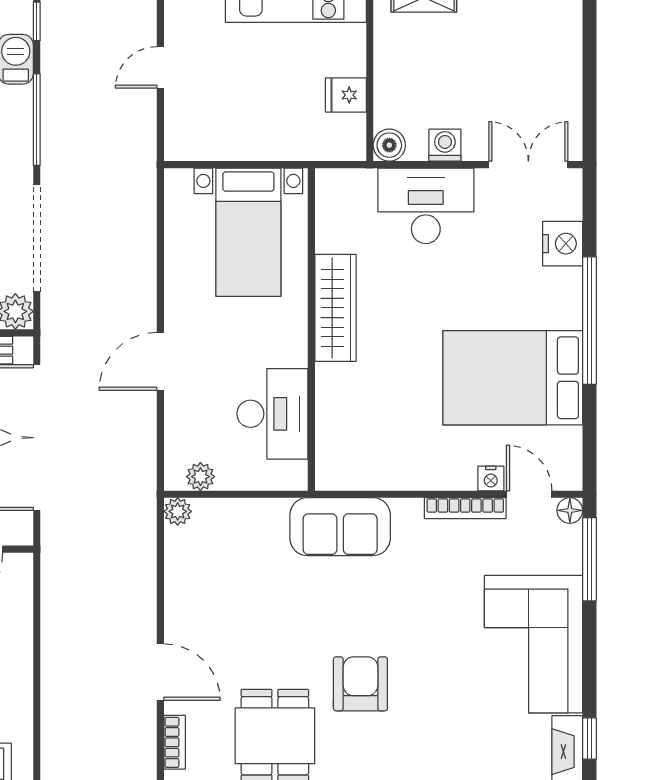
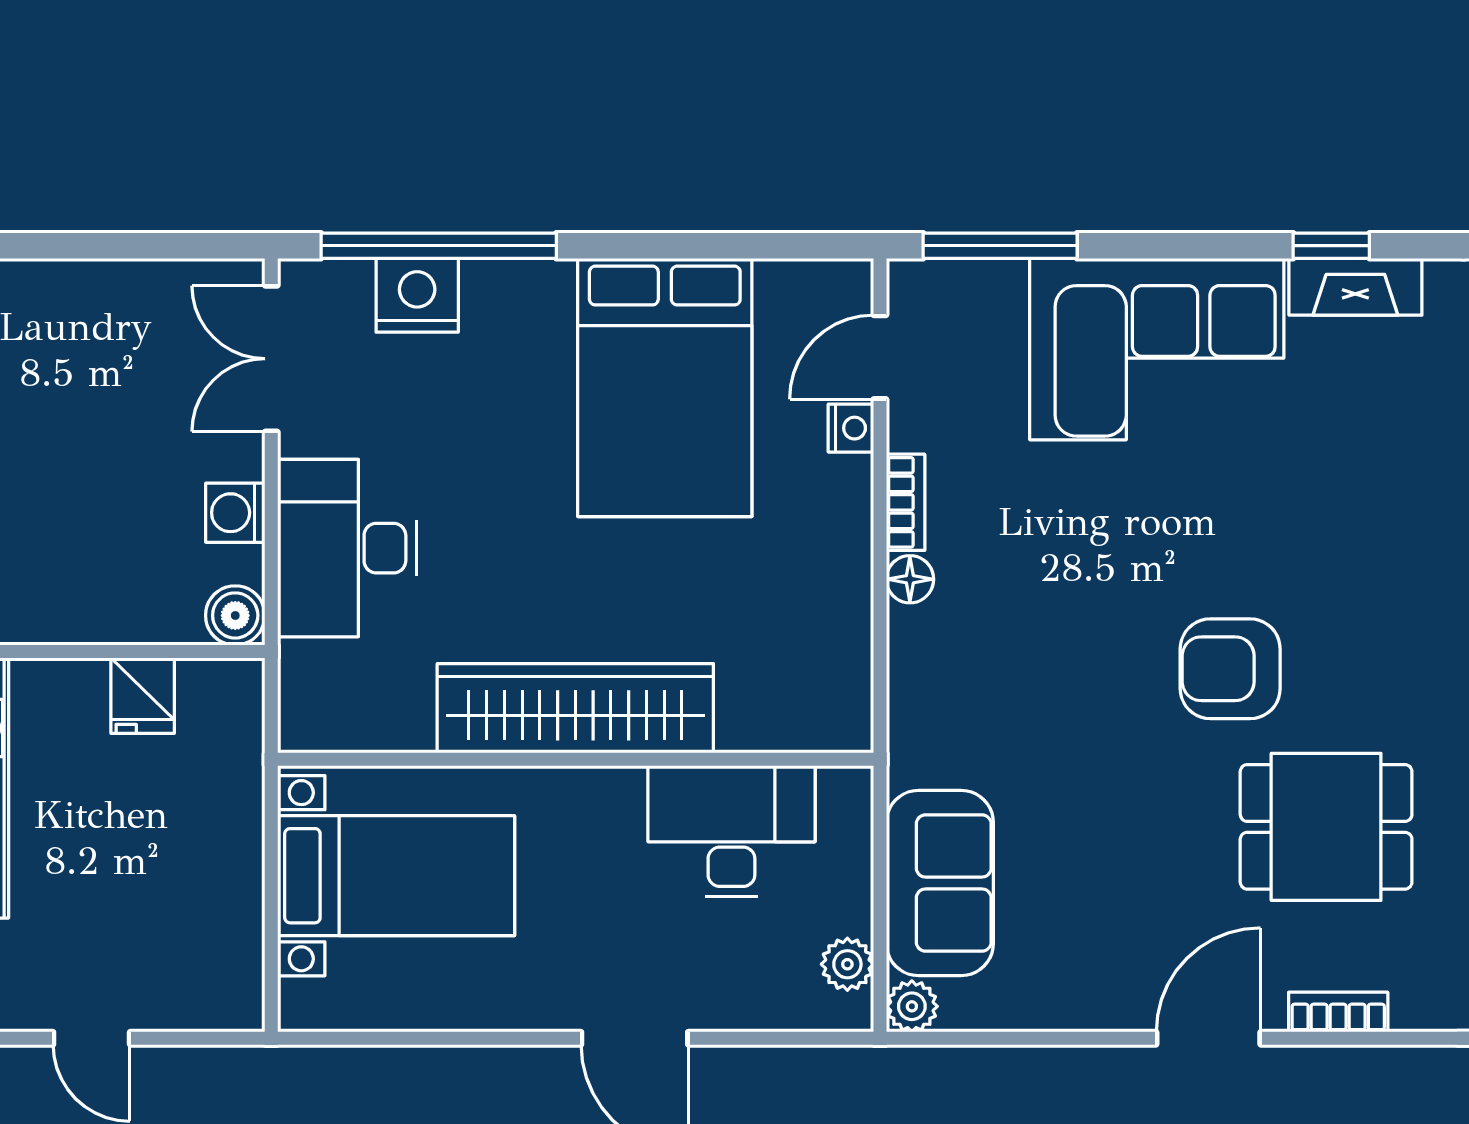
wardrobe: (336, 308) -> (575, 708), width x1.40, depth x1.17
window: (590, 321) -> (439, 246), moved
bookcase: (465, 508) -> (906, 502), width x0.64
floor lamp: (570, 510) -> (910, 579), moved
sofa: (340, 527) -> (940, 883), moved

